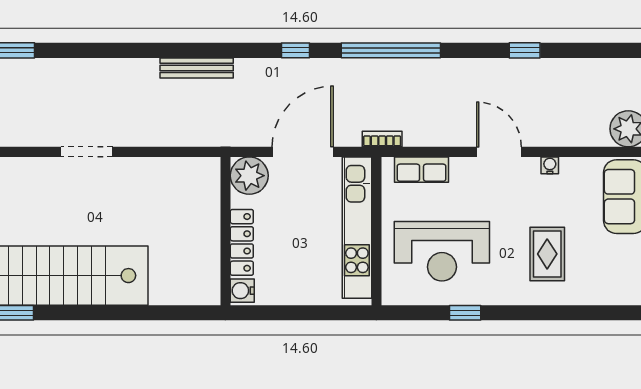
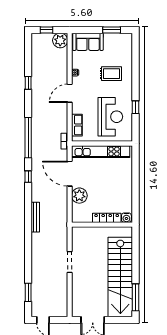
wall: (225, 231) -> (102, 225), moved
locker: (242, 242) -> (107, 218), moved
water cooler: (242, 291) -> (126, 218), moved

